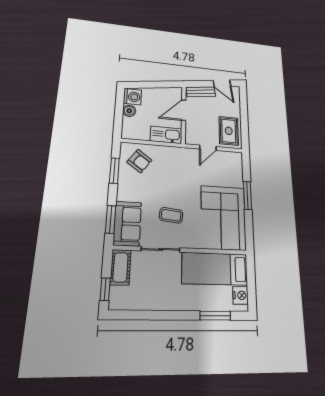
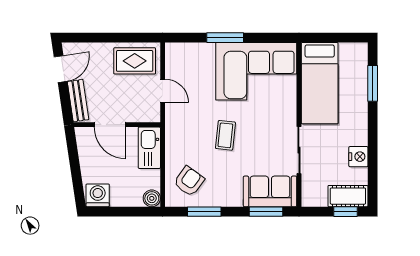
boiler: (129, 111) -> (152, 198), moved
coffee table: (171, 215) -> (225, 135), moved
cot: (121, 267) -> (348, 196), moved
nightstand: (241, 295) -> (358, 157), moved, turned 90

